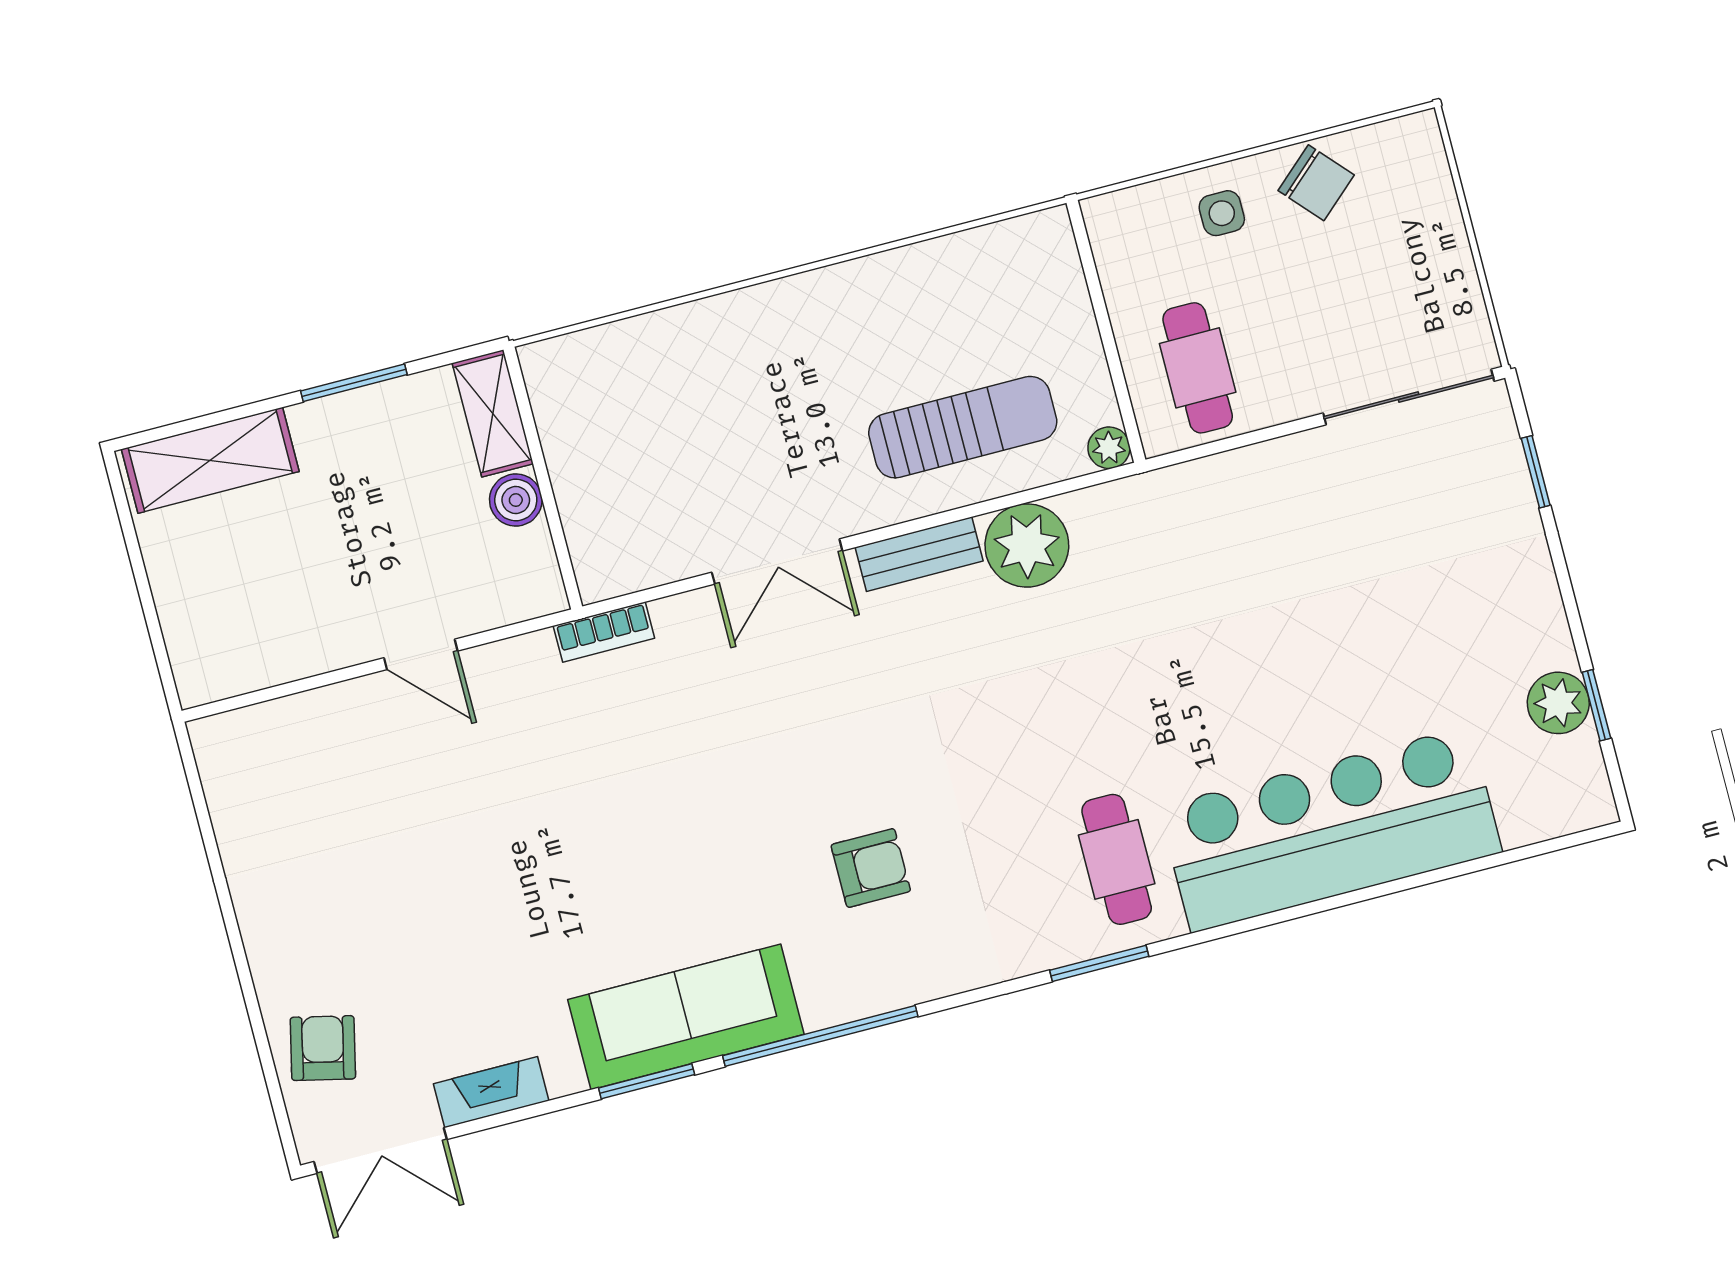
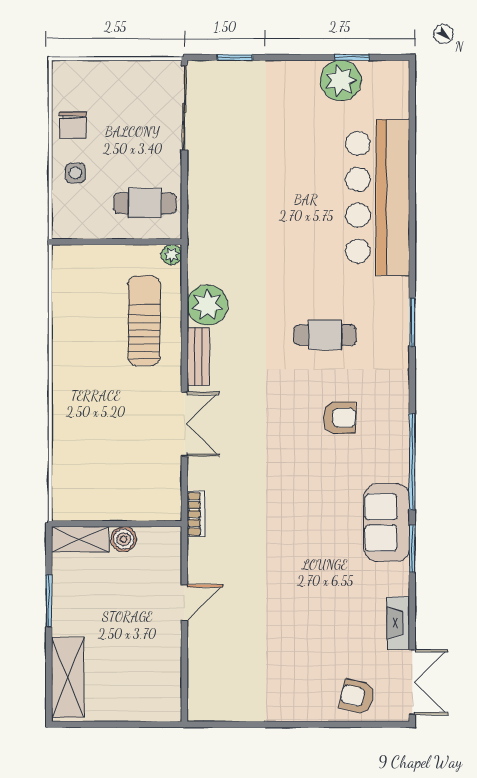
chair: (1316, 183) -> (73, 125), turned 132
plant: (1558, 703) -> (341, 81), width x1.36, depth x1.36
cafe table: (1117, 859) -> (325, 335), moved
armchair: (871, 868) -> (340, 418), turned 90
sofa: (686, 1017) -> (387, 522), width x0.73

